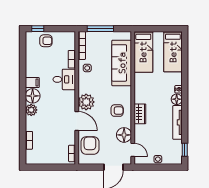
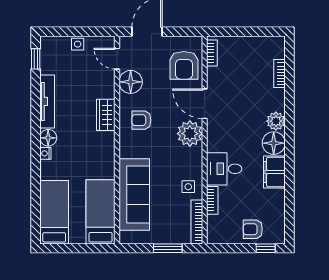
window: (100, 29) -> (168, 248), width x0.69
filing cabinet: (32, 83) -> (274, 172), width x2.00

